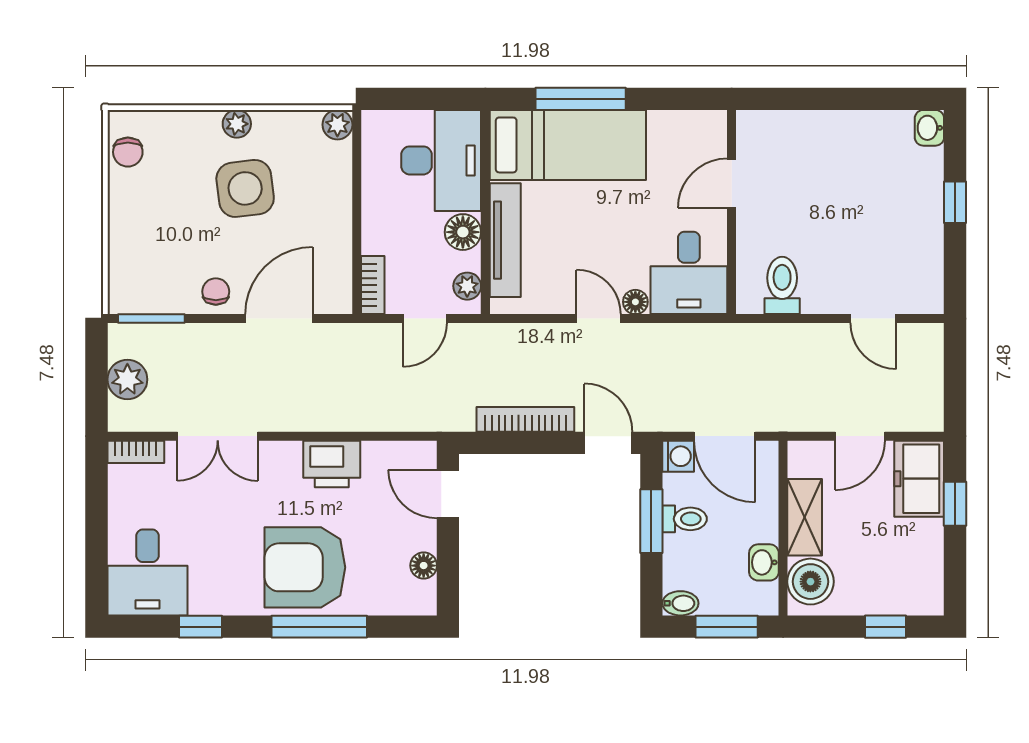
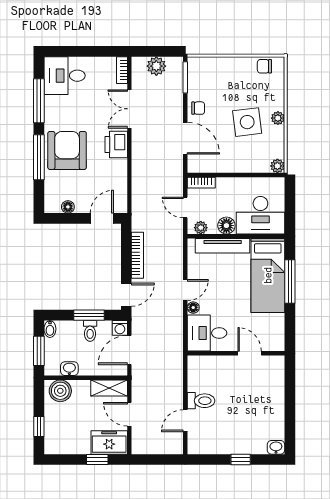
toilet: (782, 285) -> (201, 401), moved
printer: (332, 464) -> (116, 145), moved
shelving: (805, 517) -> (109, 388), moved
window: (200, 627) -> (39, 101), width x2.17

